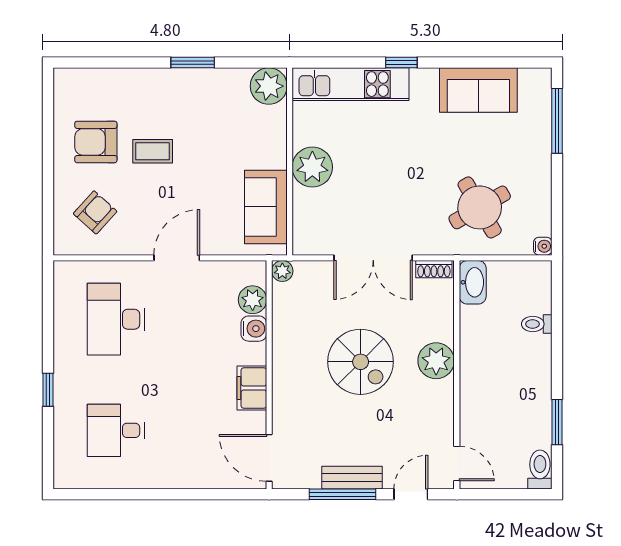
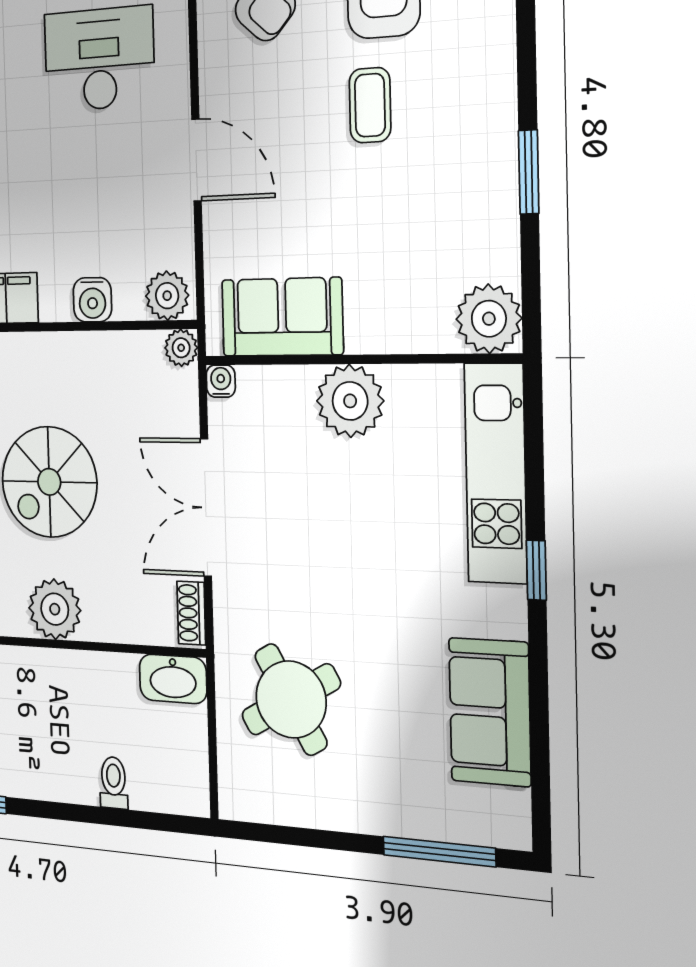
water cooler: (543, 246) -> (221, 381), moved, turned 180
plant: (253, 300) -> (167, 296), moved

